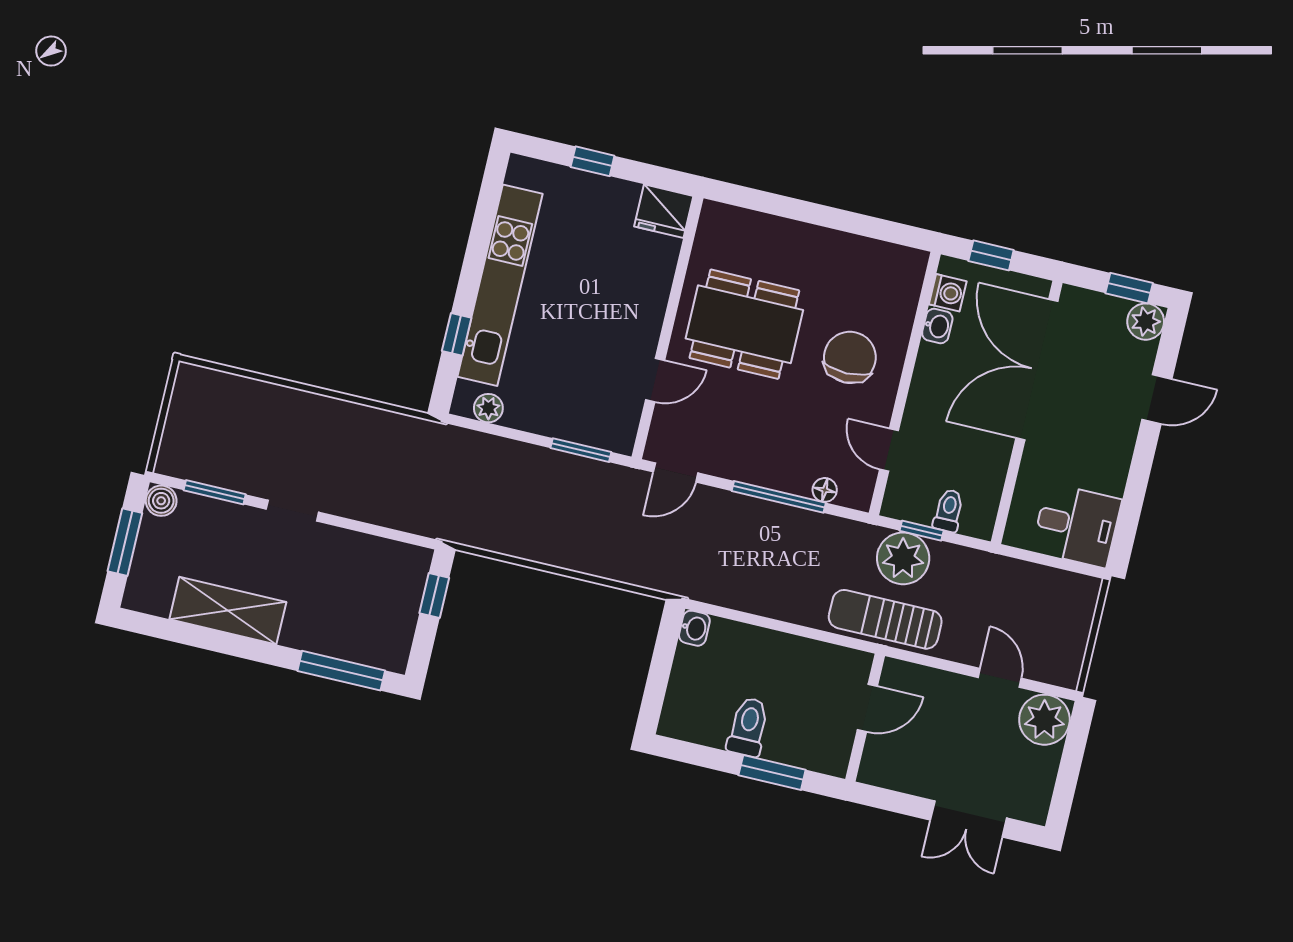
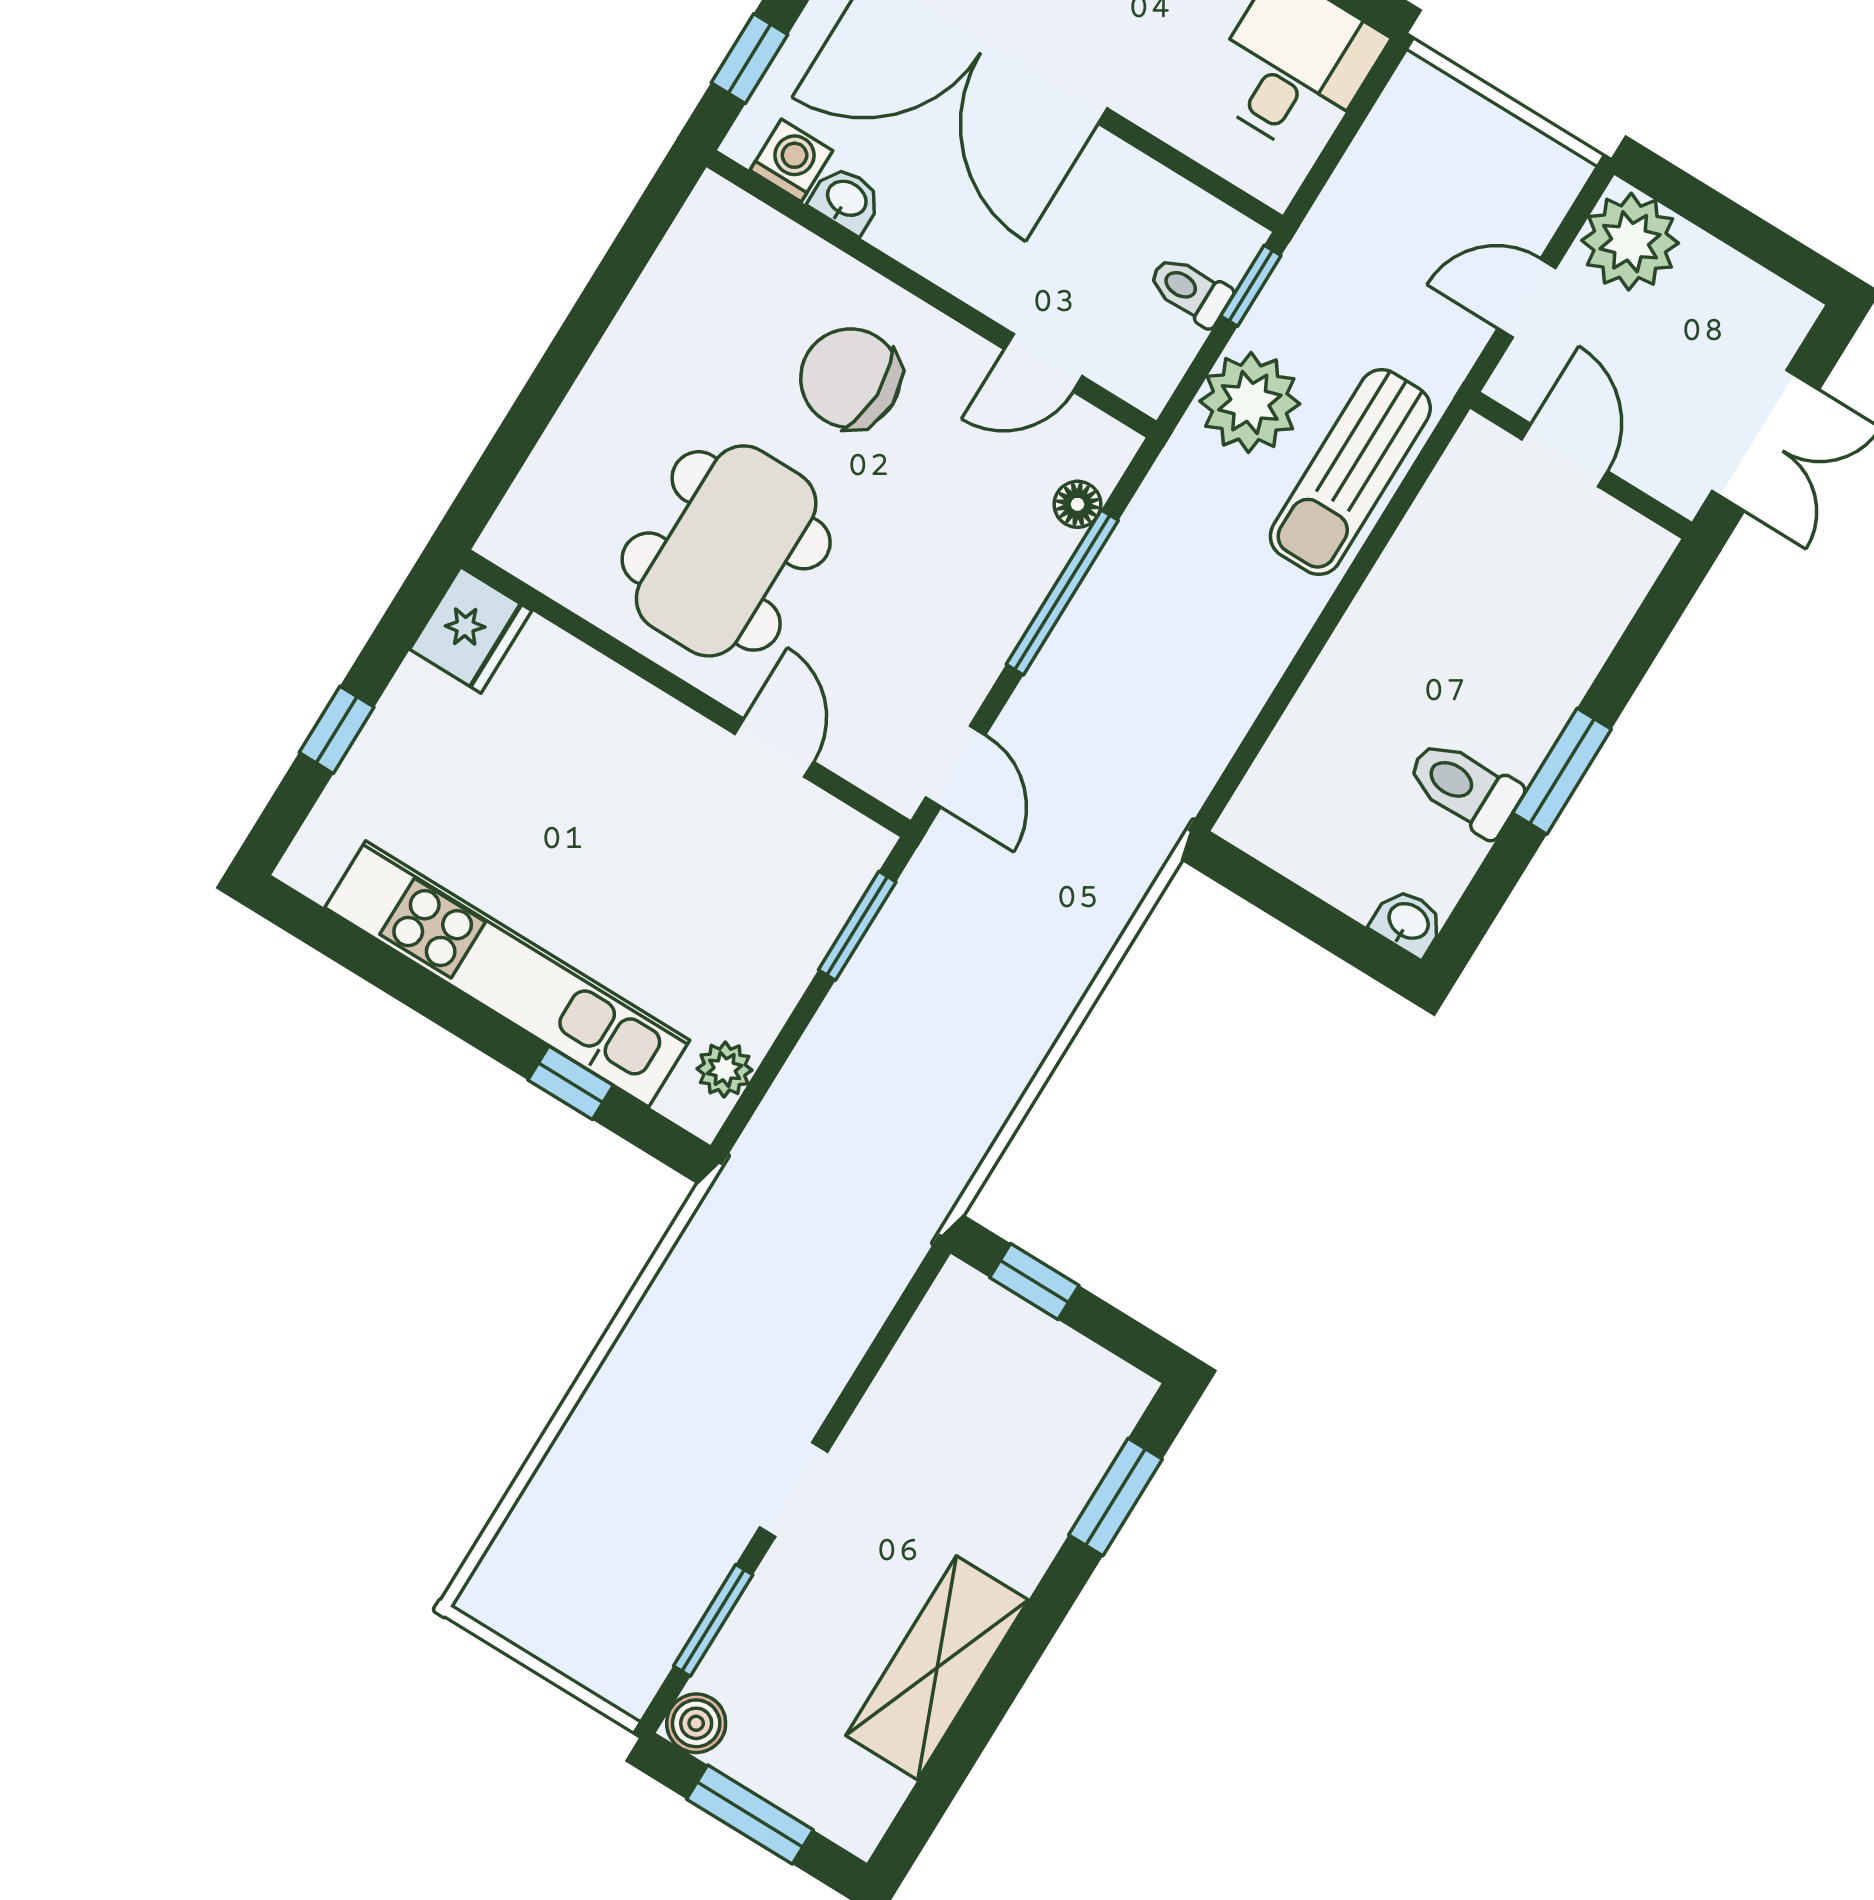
window: (922, 531) -> (1251, 286), moved
washbasin: (694, 628) -> (1408, 922), moved
window: (341, 671) -> (1116, 1497), width x0.69
door: (867, 708) -> (1565, 455), moved
wall: (865, 718) -> (1581, 465), moved

